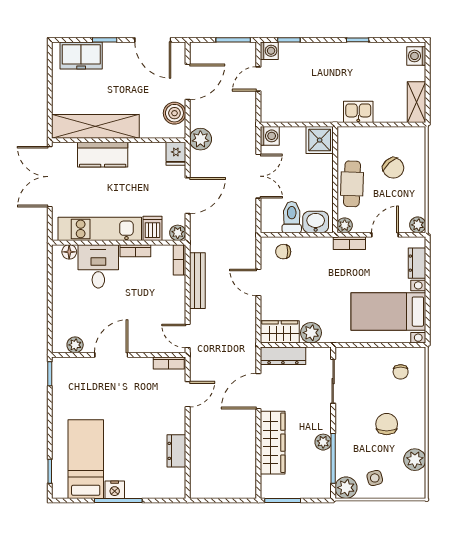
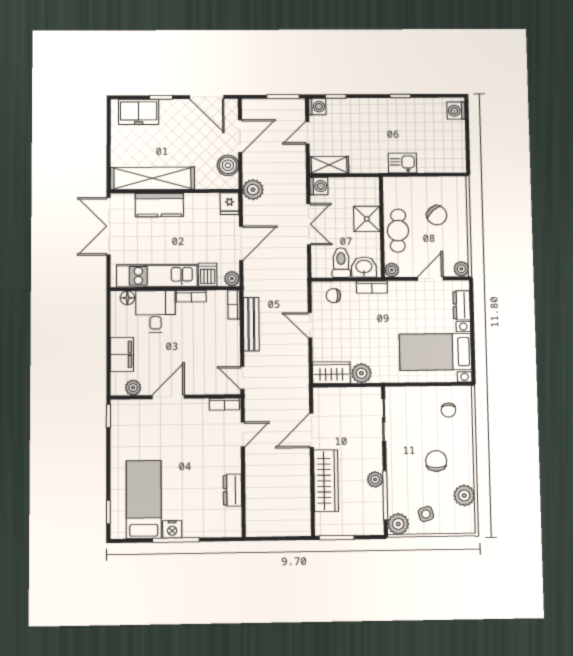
shelving: (417, 102) -> (329, 165), moved, turned 90
shower: (320, 140) -> (367, 219), moved
bookcase: (349, 243) -> (372, 287), moved
filing cabinet: (64, 310) -> (122, 354), added
dresser: (283, 356) -> (335, 396), removed

